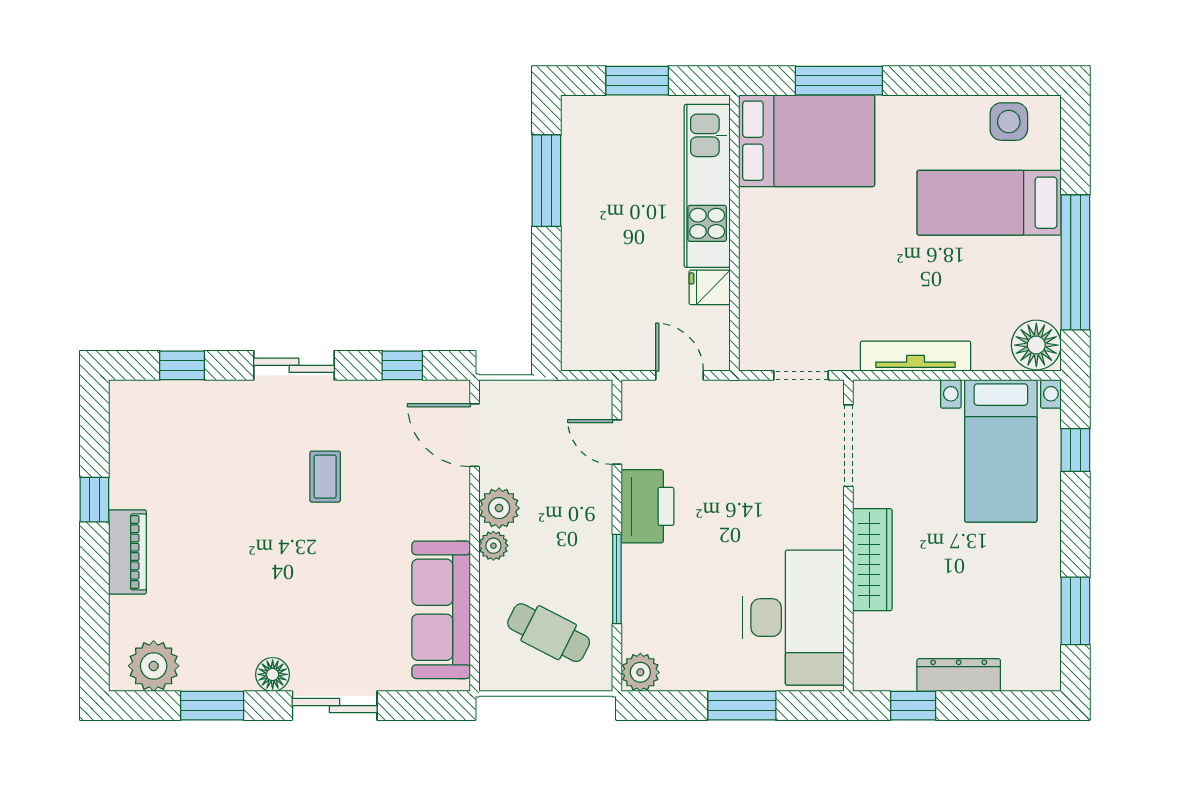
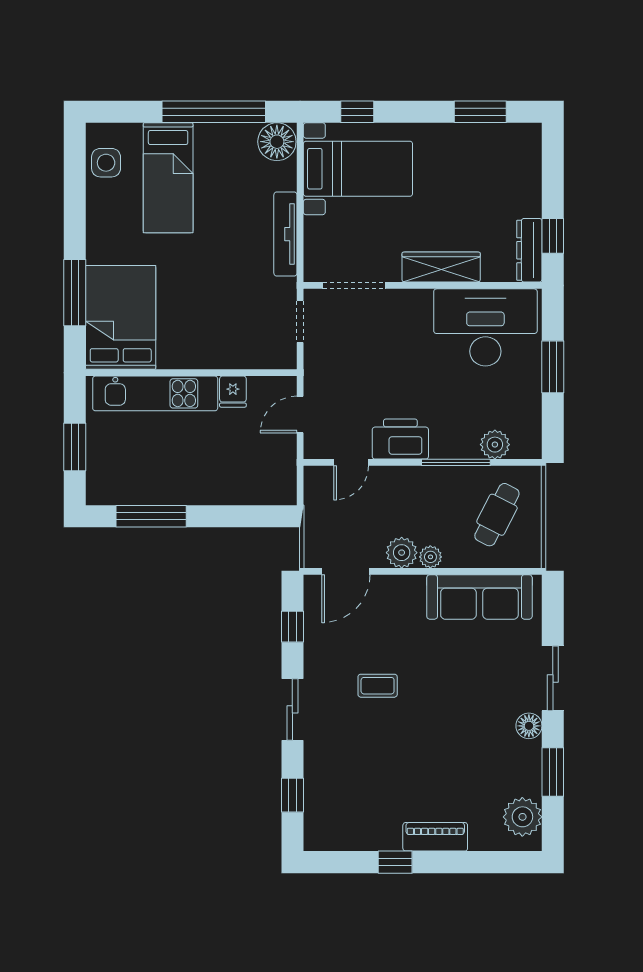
plant: (640, 672) -> (495, 445), moved
dresser: (959, 675) -> (529, 250), moved

